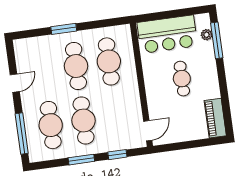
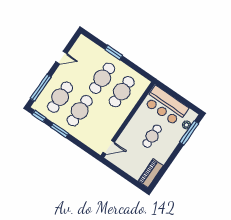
window: (117, 155) -> (39, 116), moved

